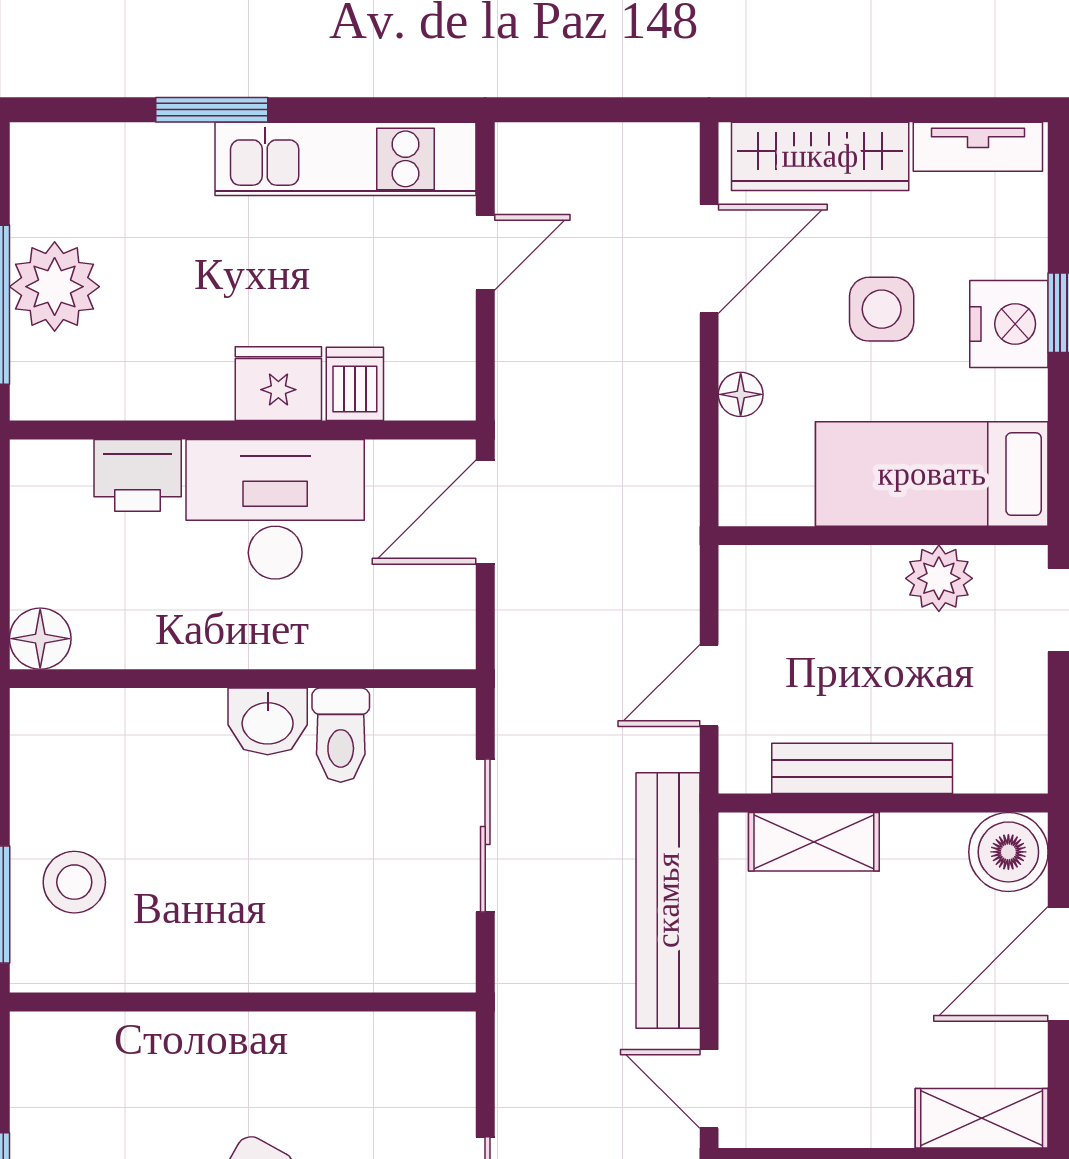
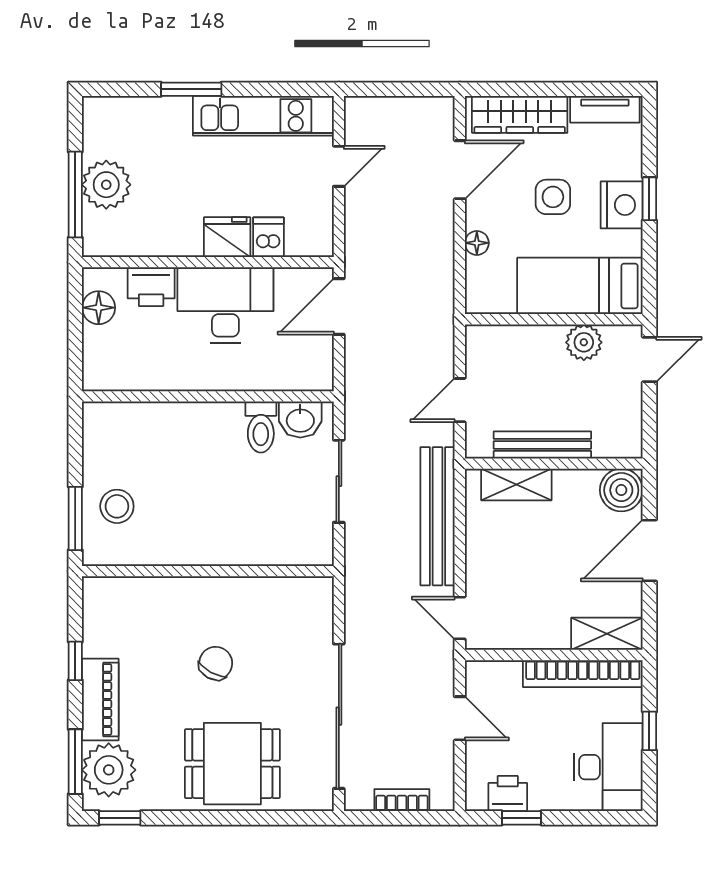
floor lamp: (40, 639) -> (99, 308), moved
washbasin: (268, 721) -> (300, 420), moved

